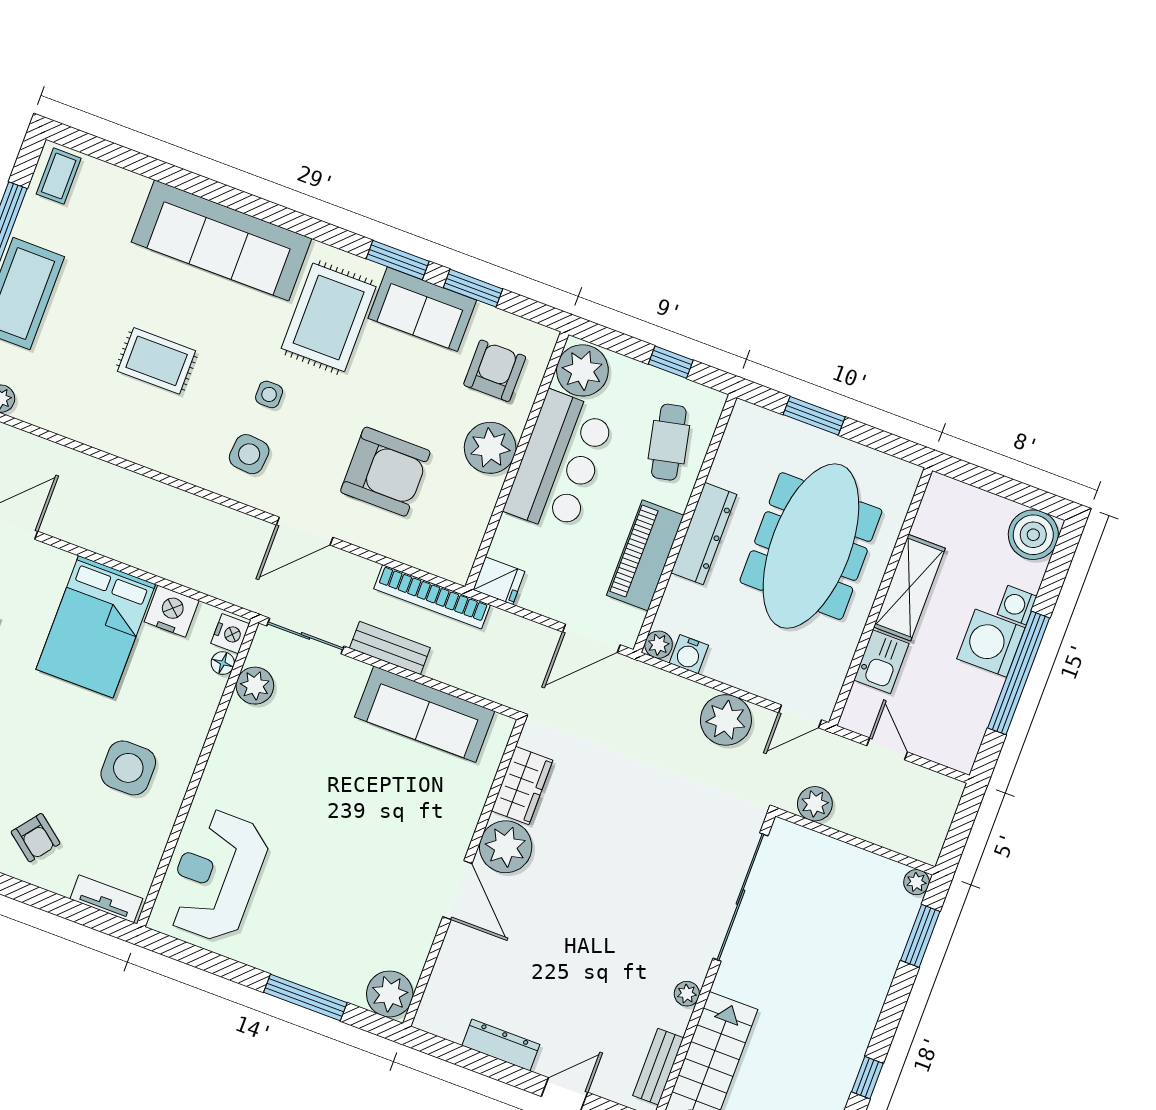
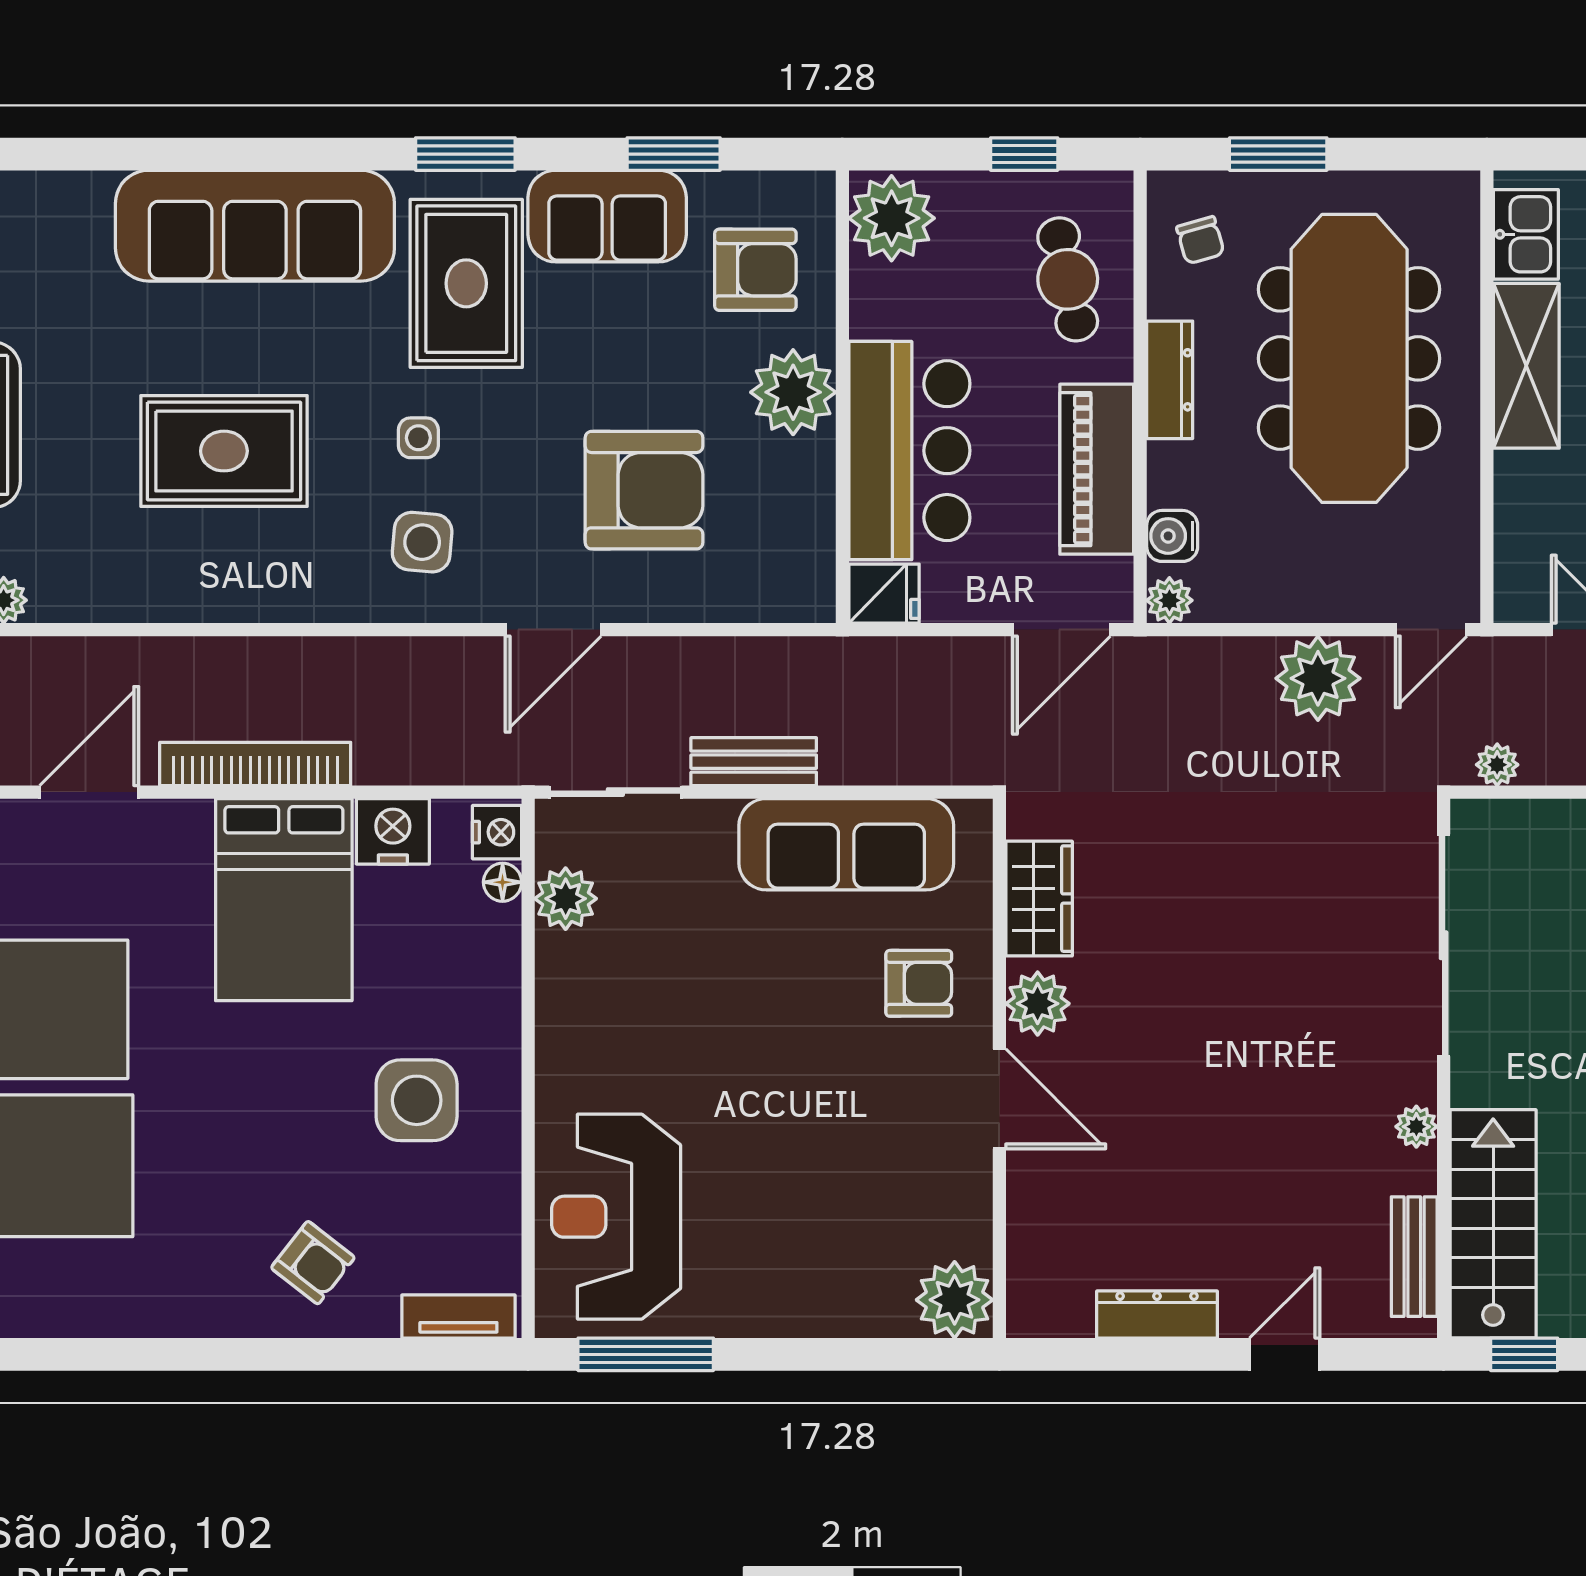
window: (398, 260) -> (465, 154), moved
rug: (157, 361) -> (224, 451), width x1.36, depth x1.43
armchair: (495, 371) -> (755, 270), turned 90
chair: (752, 448) -> (1200, 240), added
bar counter: (559, 462) -> (909, 451), moved
dresser: (704, 534) -> (1170, 380), width x0.73, depth x0.80
bookcase: (432, 597) -> (255, 764), moved, turned 180
water cooler: (689, 654) -> (1172, 536), moved, turned 90
kitchen sink: (881, 662) -> (1526, 234), moved
plant: (815, 804) -> (1497, 765), width x0.73, depth x0.73
armchair: (436, 808) -> (919, 983), added
plant: (506, 847) -> (1038, 1004), width x0.73, depth x0.73
window: (305, 998) -> (646, 1354), moved

